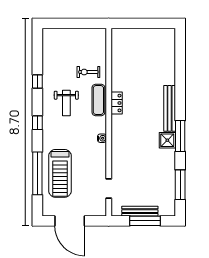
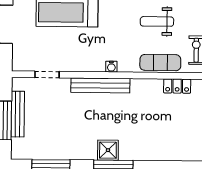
locker: (117, 103) -> (177, 86), moved
bench: (170, 108) -> (100, 85), moved

